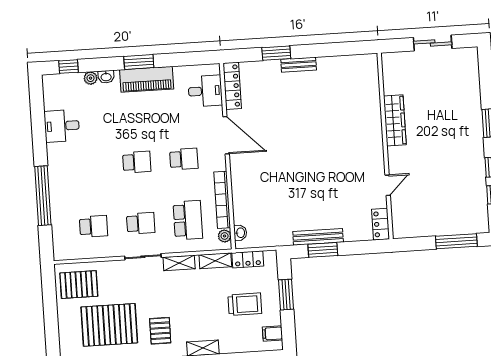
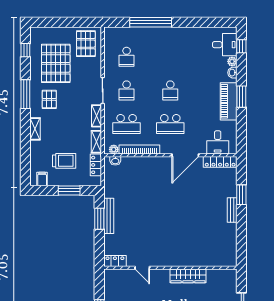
desk: (62, 126) -> (225, 45), moved, turned 90
school desk: (184, 159) -> (170, 124), width x1.85
trolley: (245, 304) -> (64, 161), turned -90
pallet: (160, 331) -> (49, 99), turned 90

